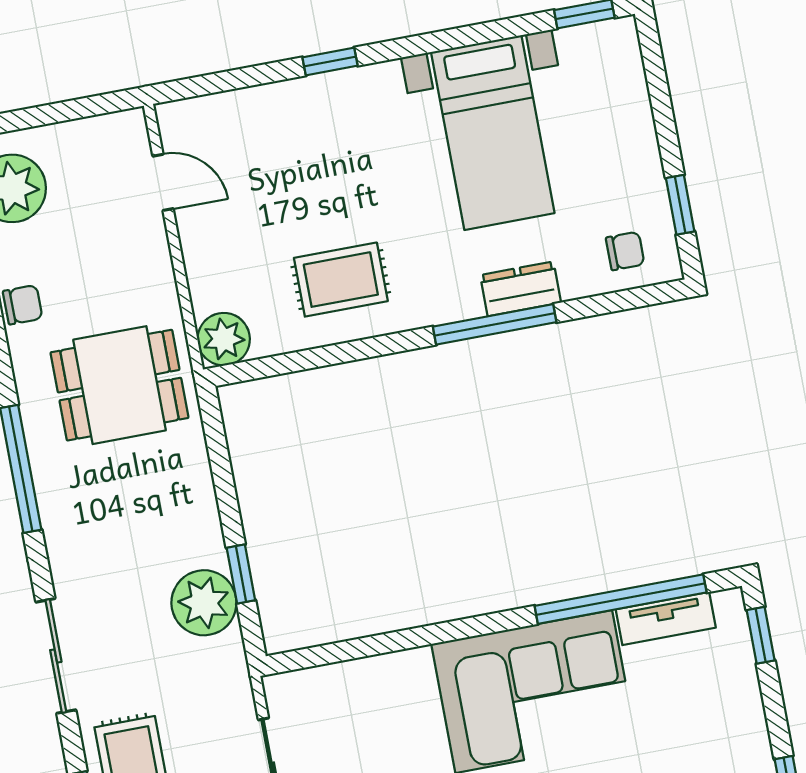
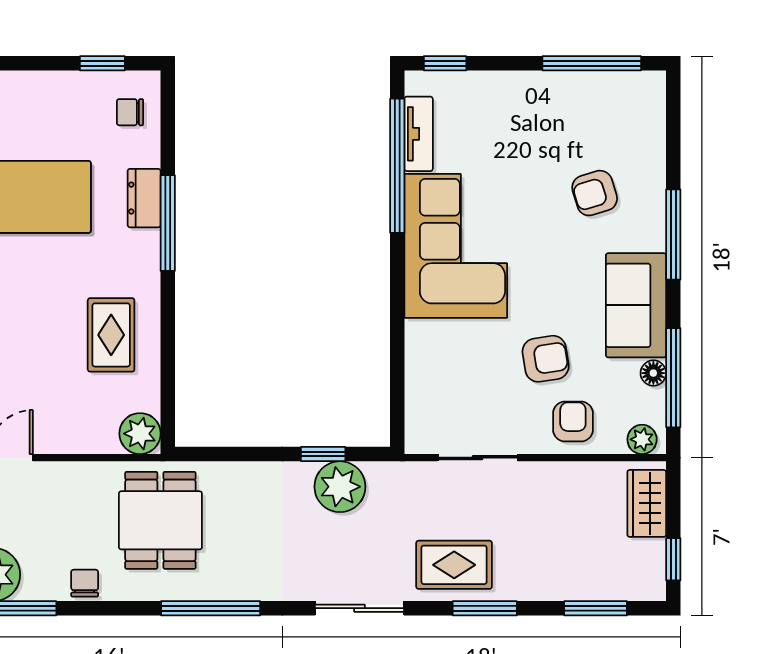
chair: (625, 251) -> (130, 112), turned -90

